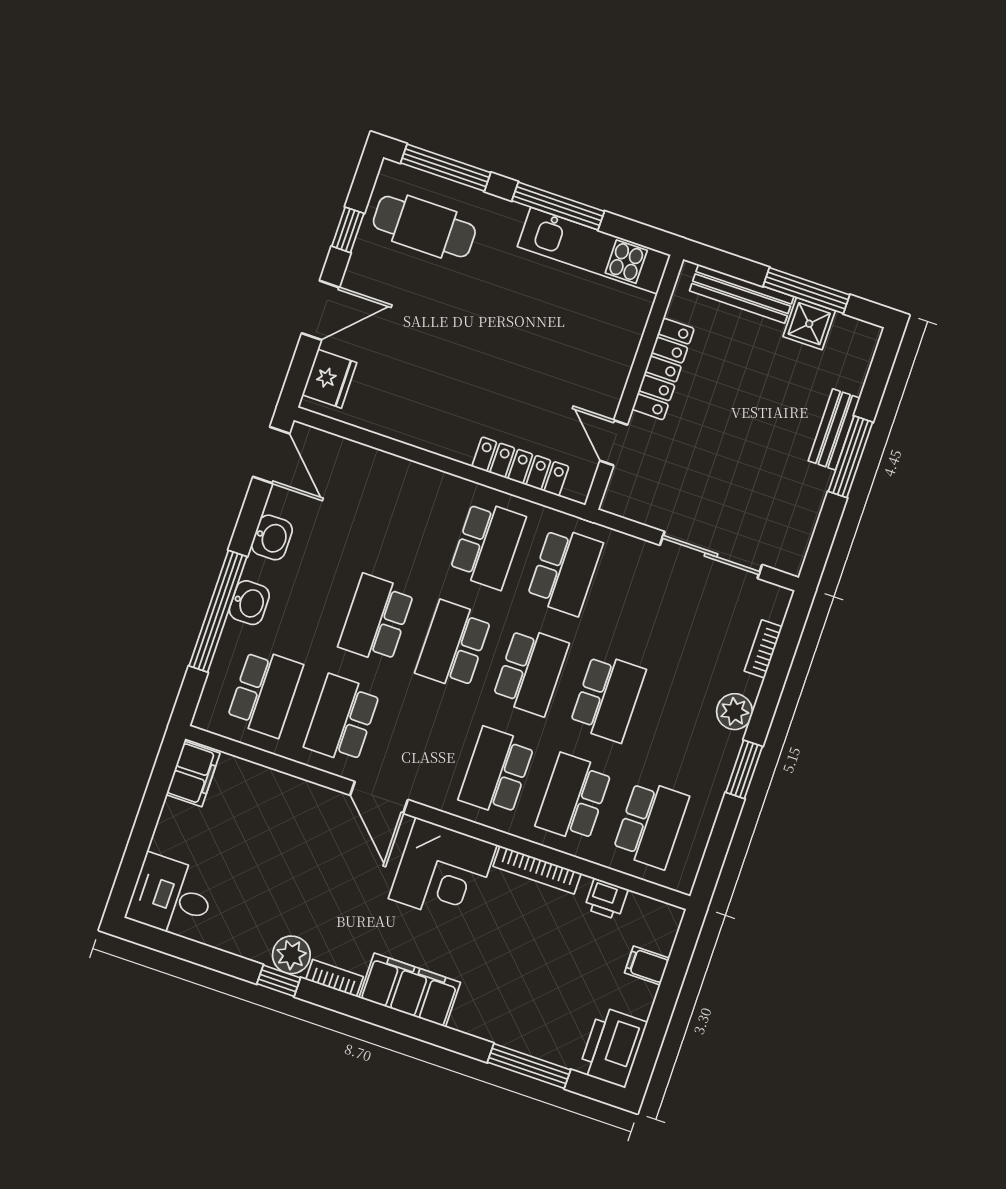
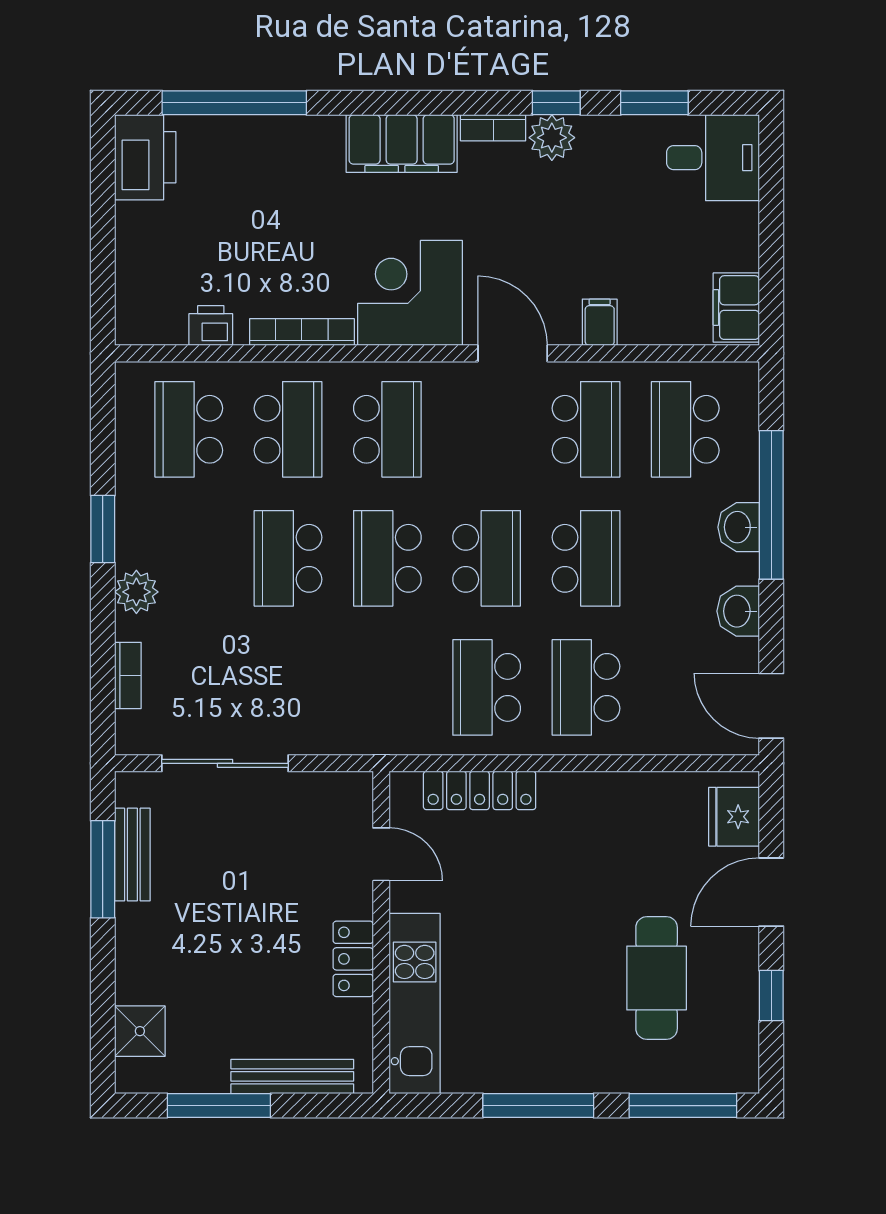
cafe table: (424, 227) -> (657, 978), moved, turned 90
kitchen unit: (594, 251) -> (415, 1003), moved, turned 90
shower: (809, 324) -> (140, 1031), moved
locker: (663, 369) -> (353, 959), width x0.66
bench: (834, 429) -> (132, 855), moved
window: (851, 457) -> (103, 869), moved
school desk: (565, 571) -> (586, 687), moved
window: (202, 955) -> (654, 103), added
filing cabinet: (647, 965) -> (600, 322), moved, turned -90
window: (529, 1066) -> (234, 103), width x1.46

